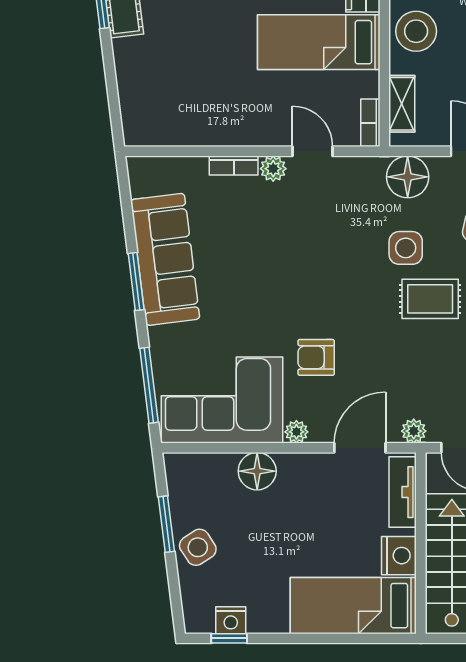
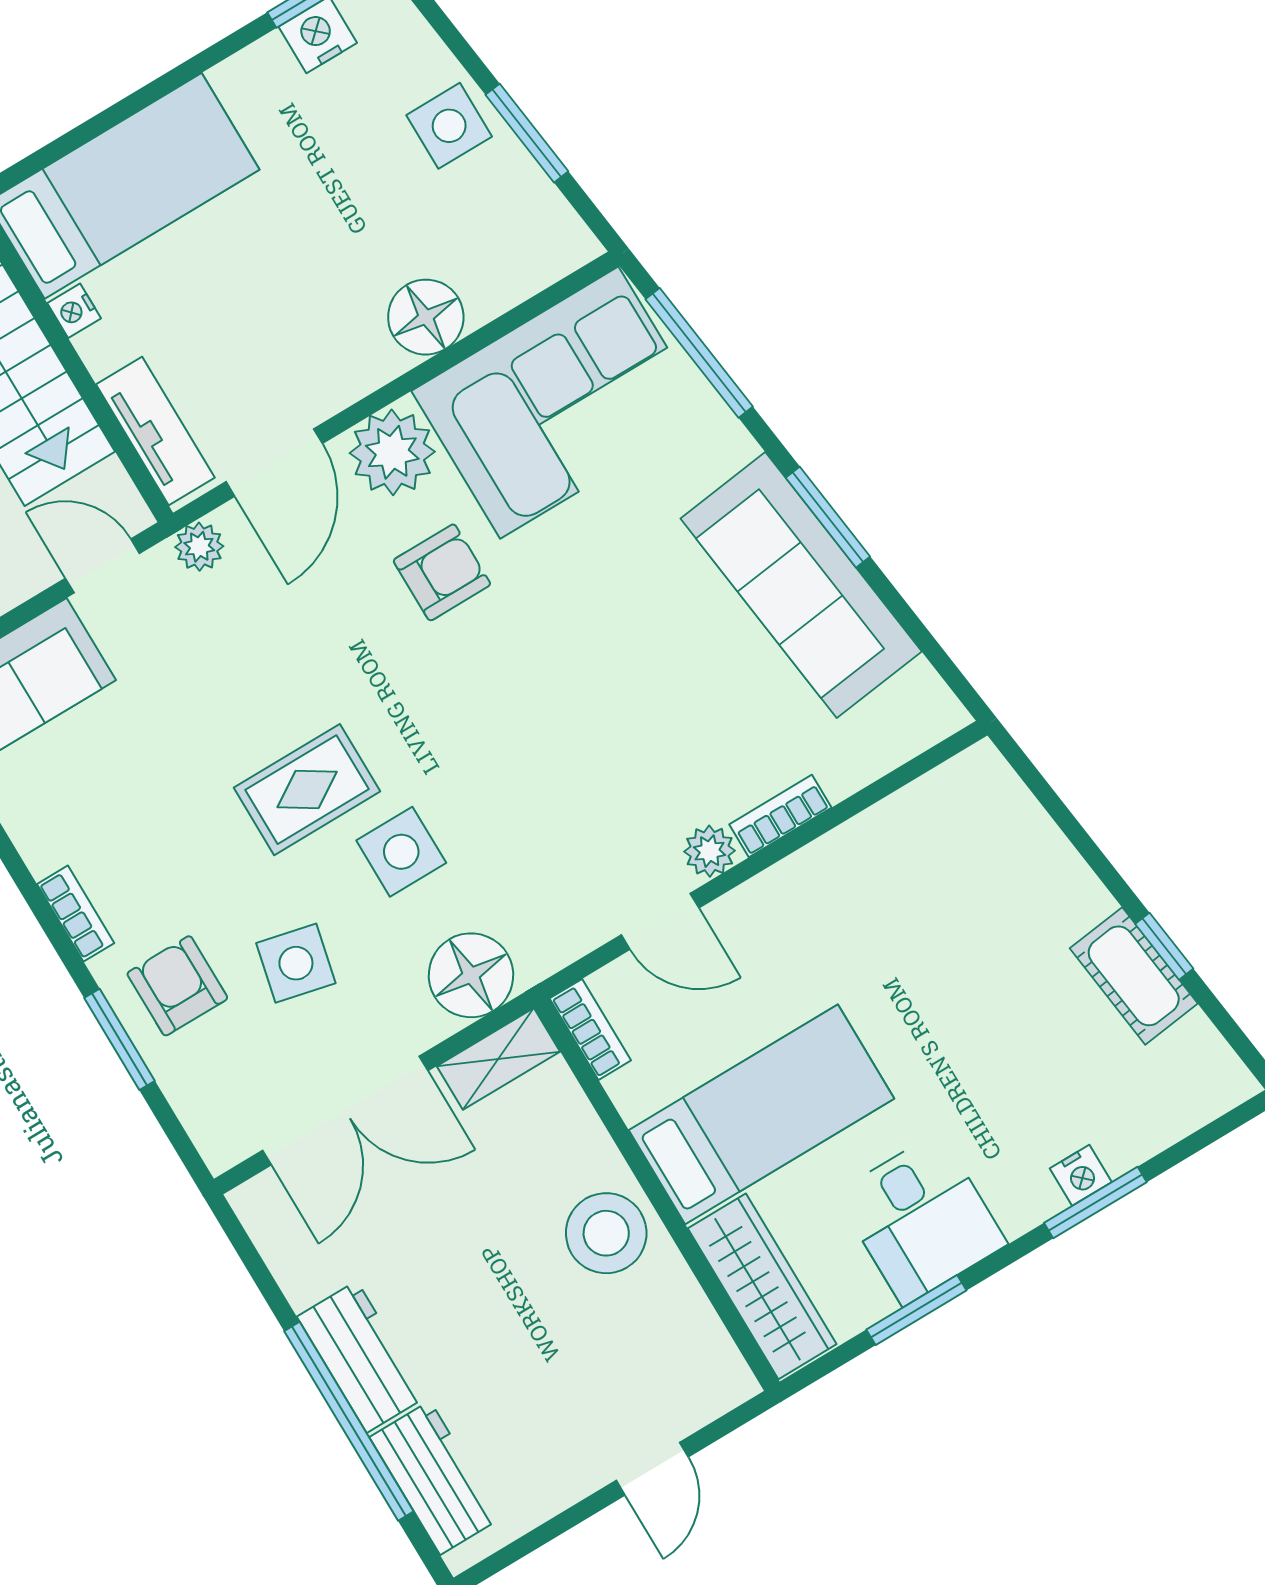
shelving: (402, 104) -> (498, 1059), moved, turned 90
plant: (296, 432) -> (392, 452), width x1.87, depth x1.87
side table: (198, 547) -> (449, 126), turned 33
nightstand: (399, 556) -> (74, 311), width x0.53, depth x0.56

